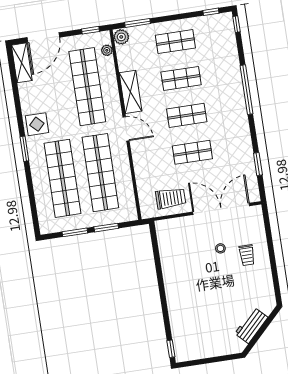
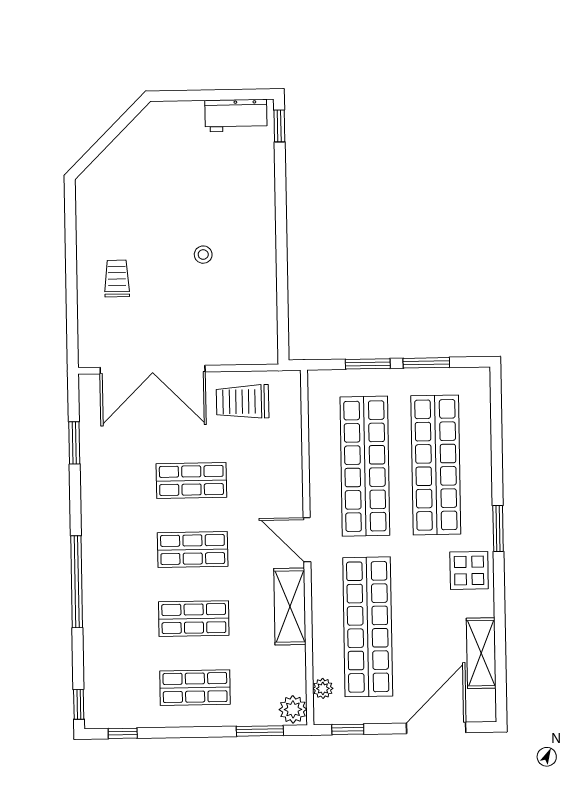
shelving: (22, 63) -> (481, 653), moved
stool: (220, 248) -> (203, 255), moved
workbench: (251, 325) -> (236, 116), moved, turned 45

